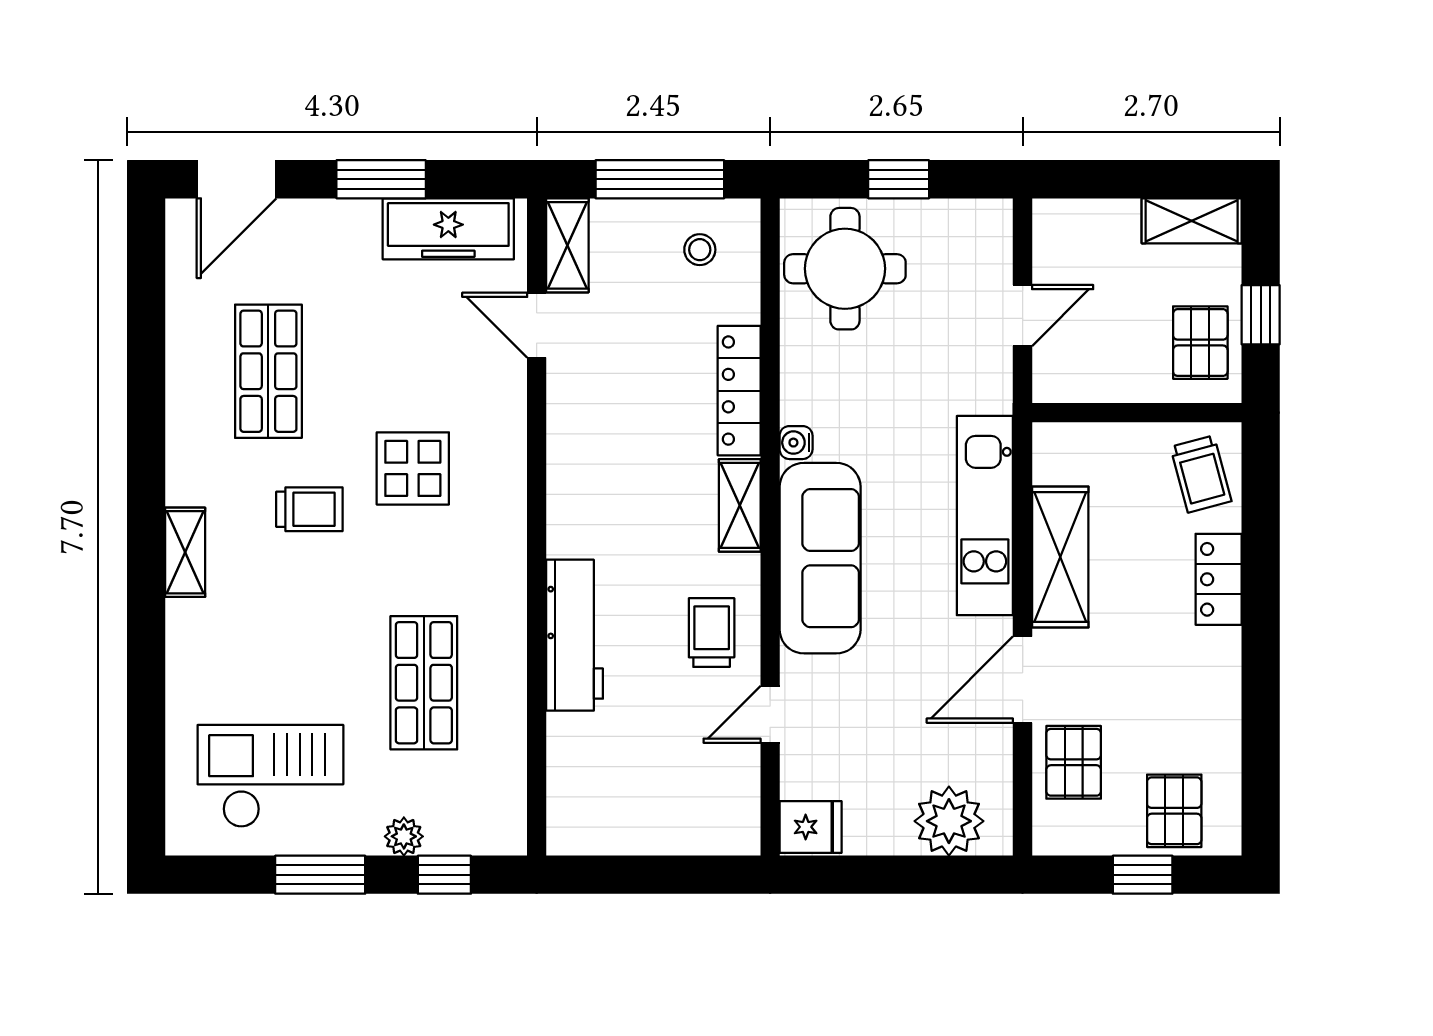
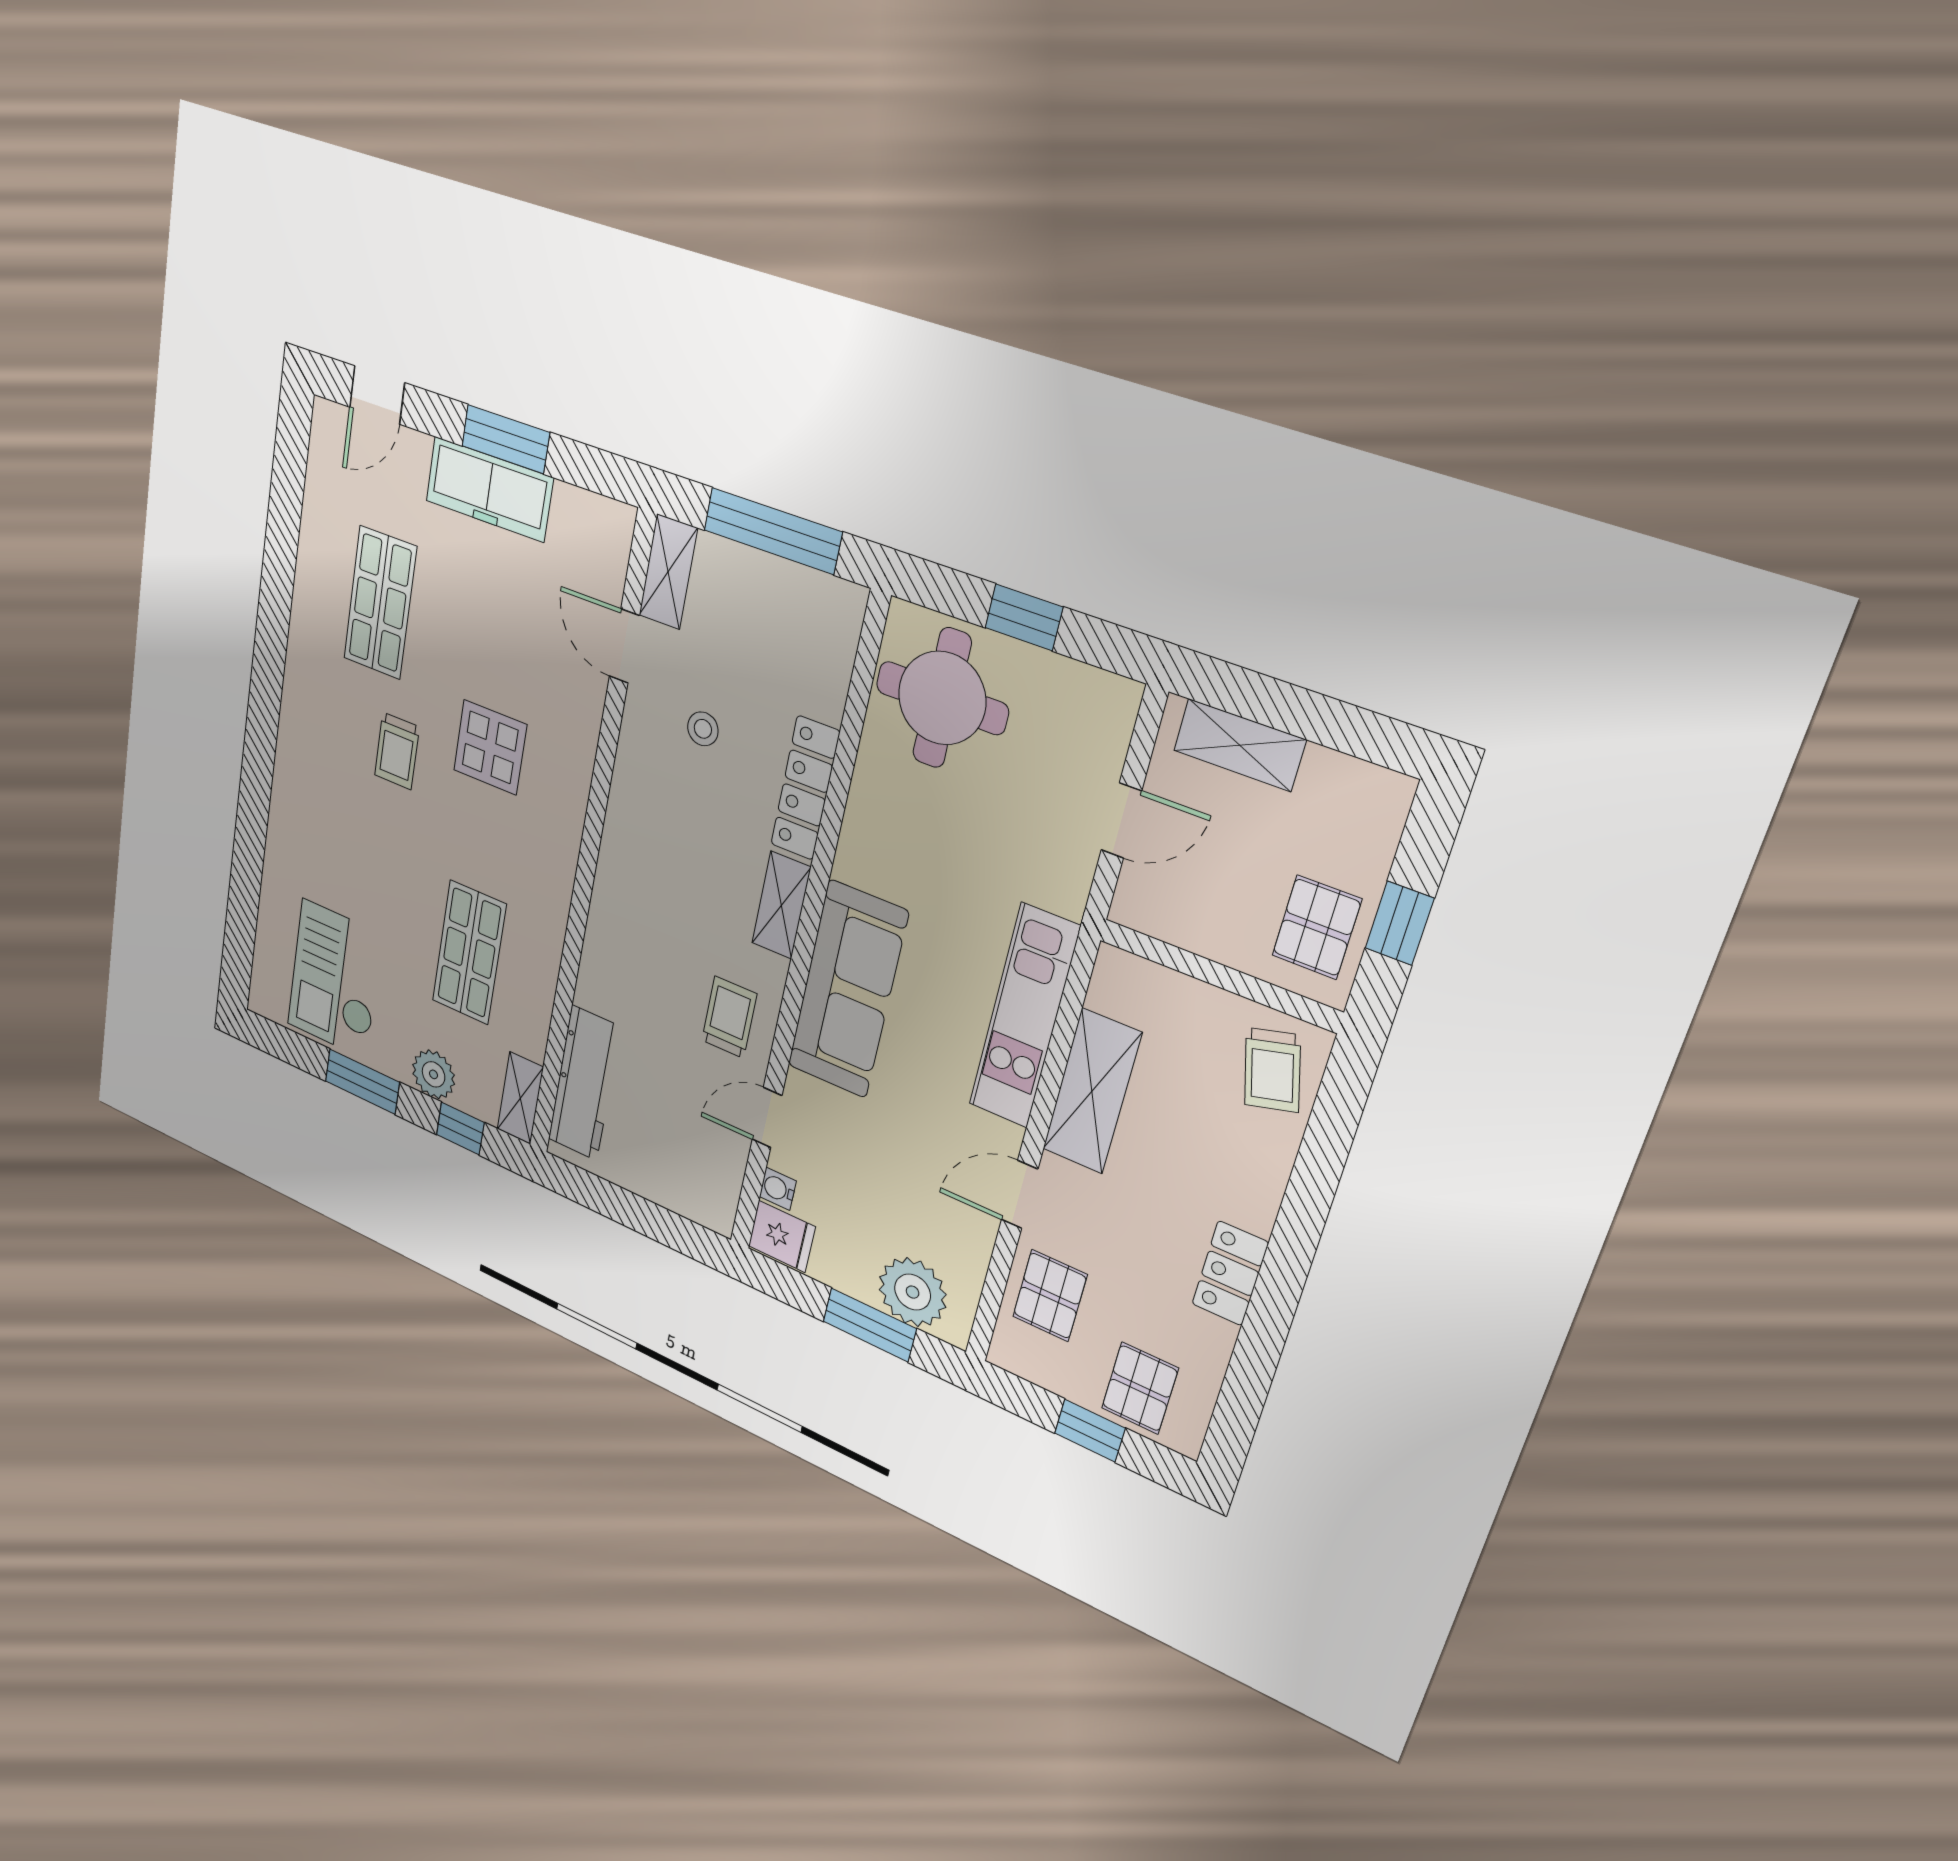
door: (237, 179) -> (377, 395), width x0.73
shelving: (1192, 221) -> (1240, 745), moved
freezer: (448, 229) -> (489, 489), moved
stool: (700, 250) -> (703, 729), moved
water cooler: (796, 443) -> (778, 1189), moved
trolley: (309, 509) -> (397, 751), turned 90
shelving: (185, 552) -> (520, 1098), moved
locker: (1219, 579) -> (1230, 1273), moved
workbench: (575, 635) -> (584, 1083), moved
door: (1023, 680) -> (1020, 1194), width x0.73
checkout: (270, 776) -> (335, 979), turned -90
plant: (404, 836) -> (434, 1074), width x1.38, depth x1.38
window: (916, 875) -> (870, 1325), added

